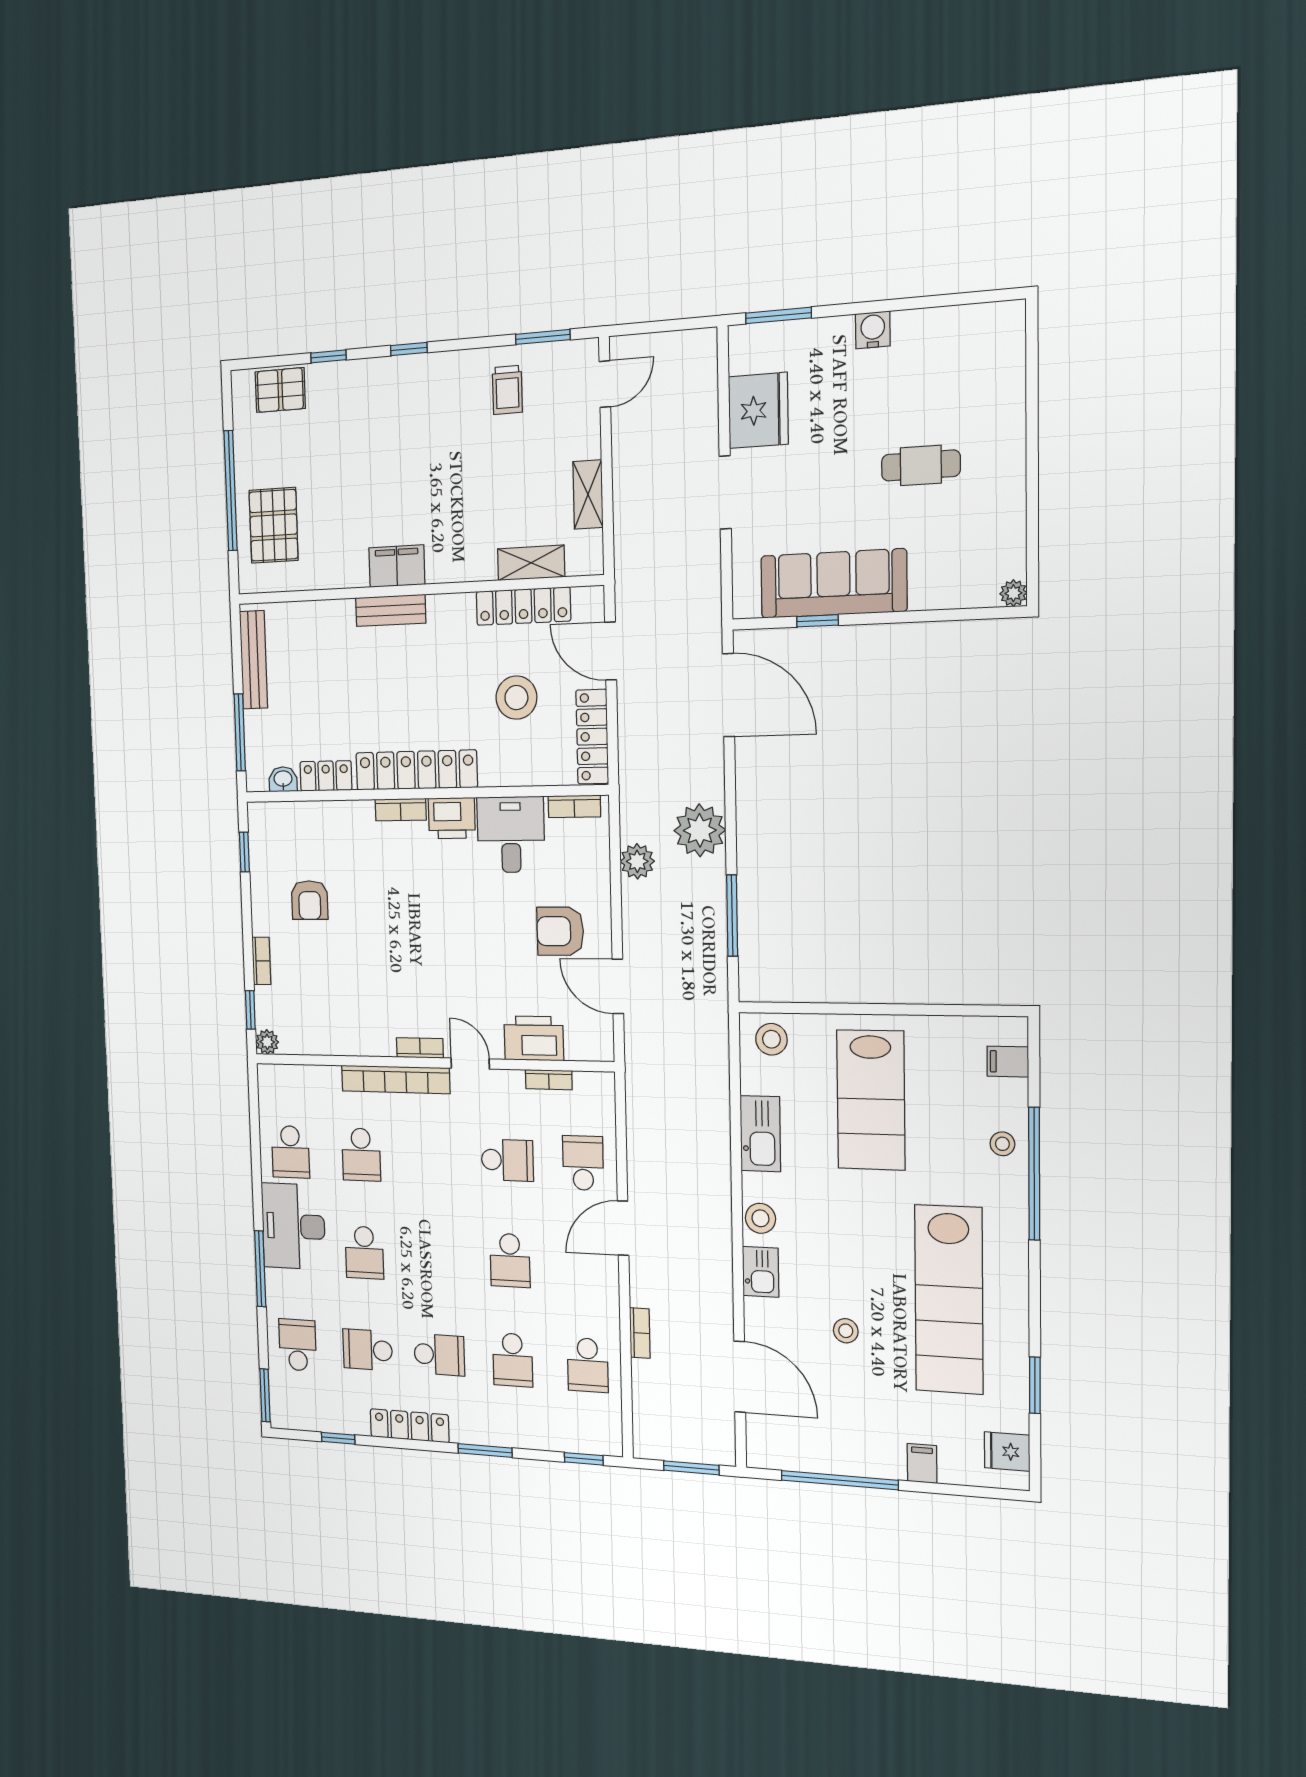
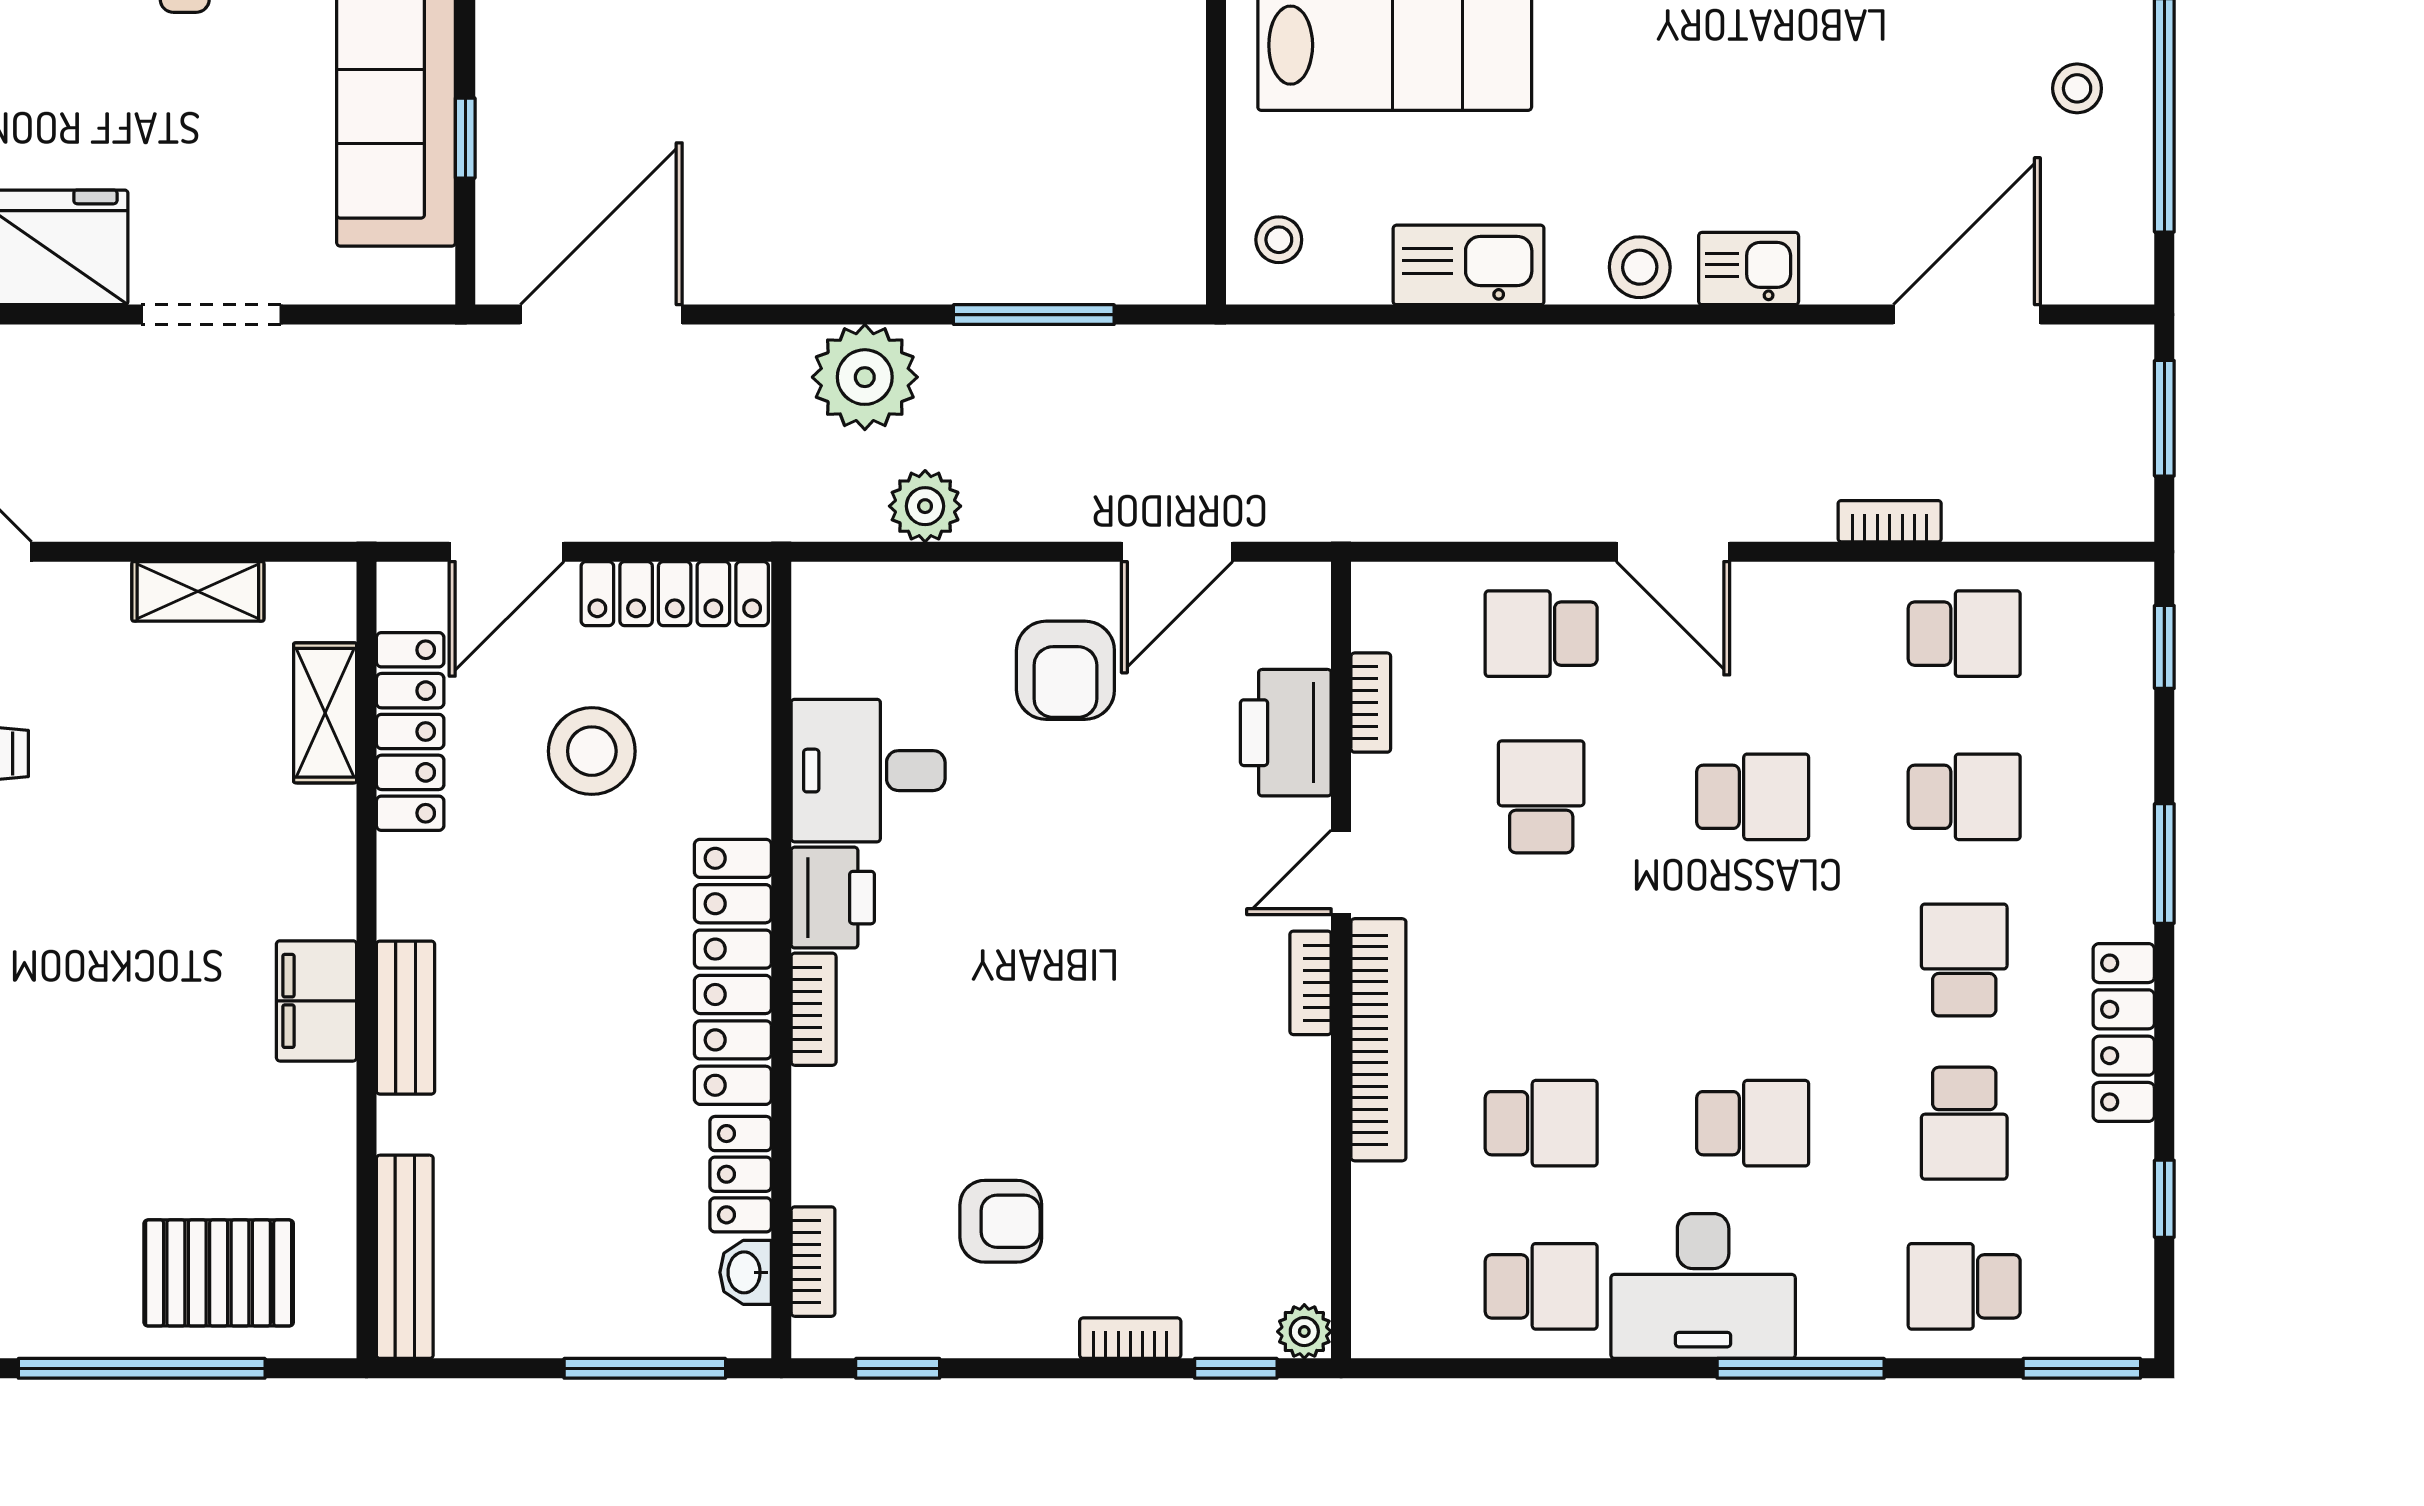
bench: (254, 660) -> (405, 1257), moved, turned 90
bookcase: (574, 806) -> (813, 1262), moved
stool: (771, 1039) -> (1279, 240), width x0.73, depth x0.73
stool: (846, 1331) -> (2077, 88), moved

